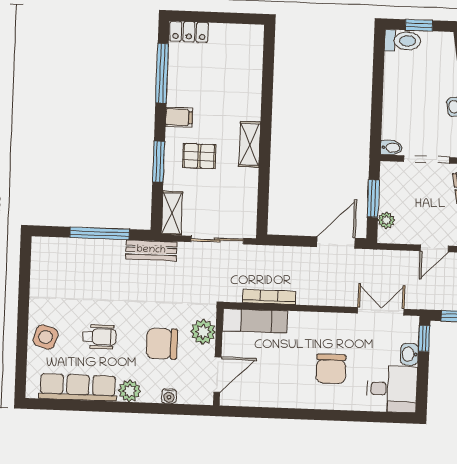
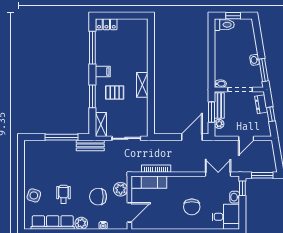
bench: (388, 187) -> (219, 105), added
wheelchair: (99, 337) -> (63, 194), turned -90

